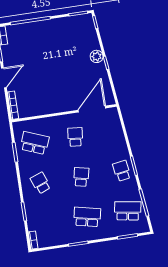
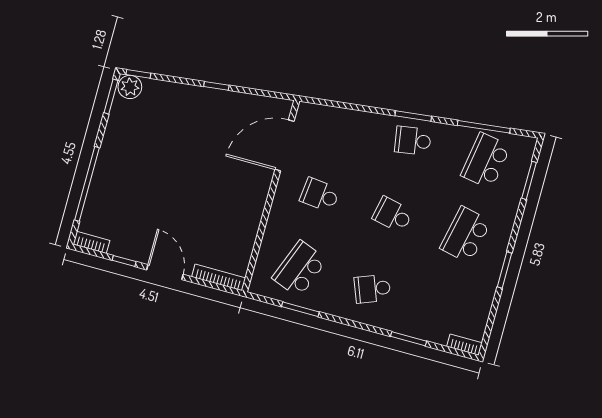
plant: (97, 56) -> (130, 87), moved
door: (92, 109) -> (285, 145), hinge flipped

